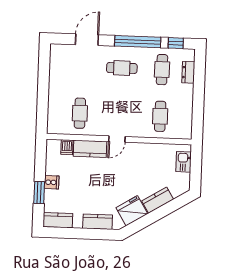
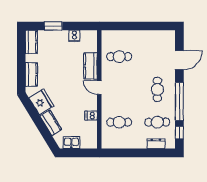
door: (87, 40) -> (179, 60), hinge flipped
dishwasher: (67, 147) -> (91, 116), moved
kitchen sink: (184, 162) -> (71, 143), moved
cooker: (52, 182) -> (74, 36), moved

